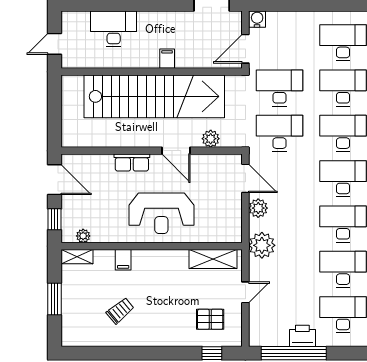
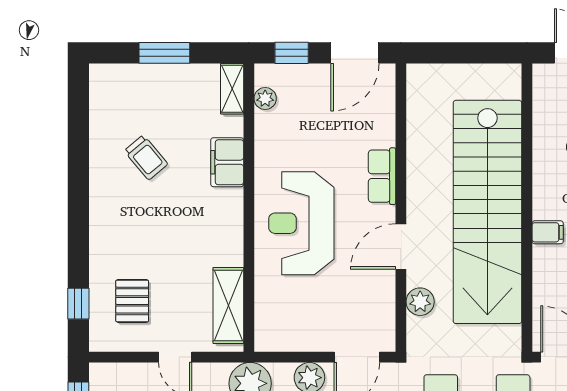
filing cabinet: (123, 260) -> (227, 162), width x2.00

